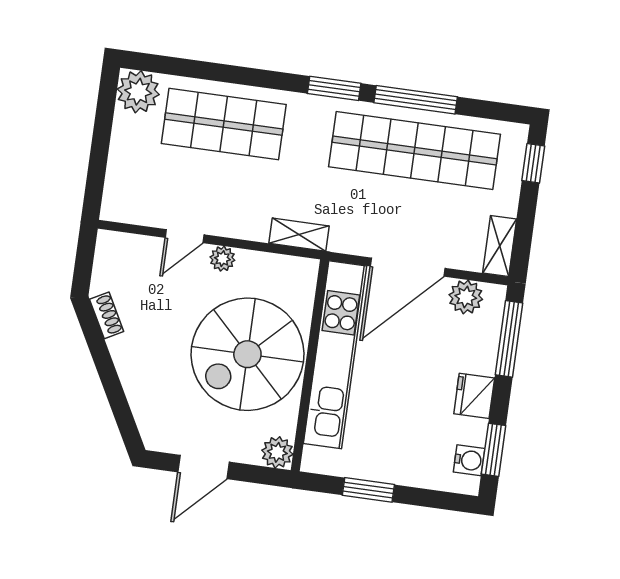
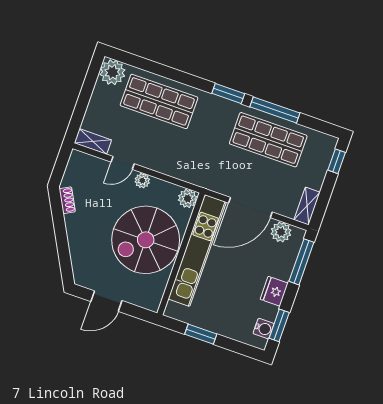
shop shelf: (415, 151) -> (268, 140), width x0.71
shelving: (299, 235) -> (93, 141), moved
plant: (277, 452) -> (188, 198), moved

